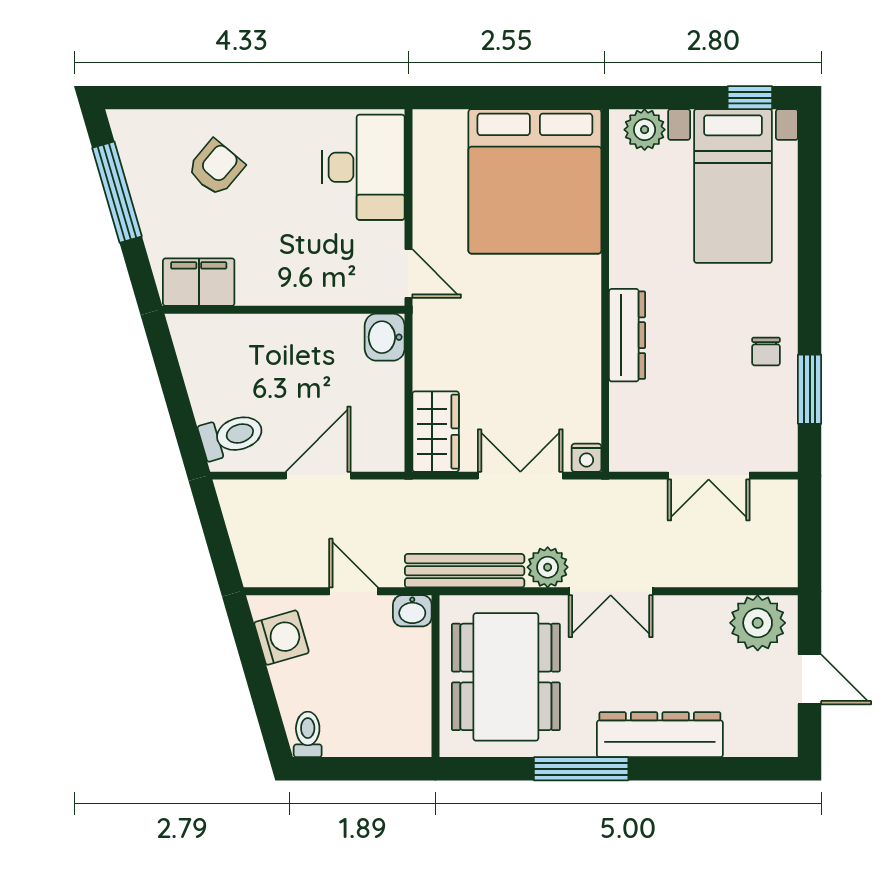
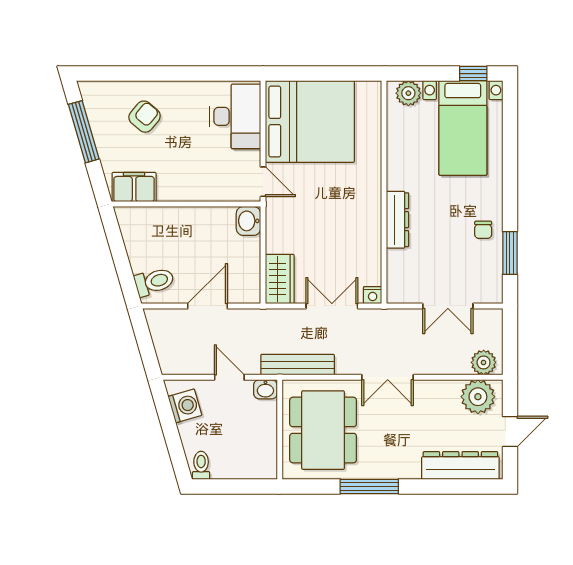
bed: (535, 181) -> (310, 122), moved, turned -90
plant: (548, 567) -> (484, 362), moved
door: (810, 679) -> (510, 432), hinge flipped
dresser: (660, 735) -> (460, 466), moved

